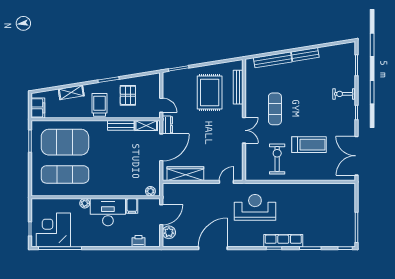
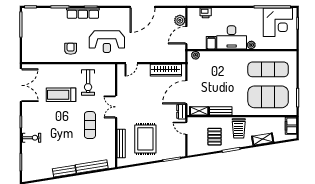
armchair: (298, 199) -> (71, 49), added

